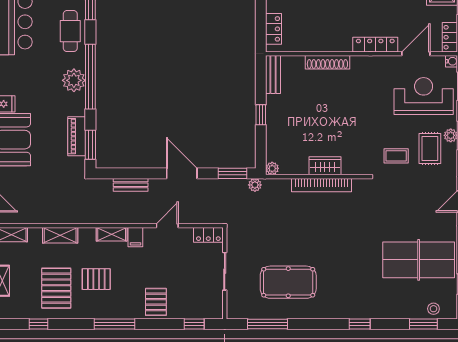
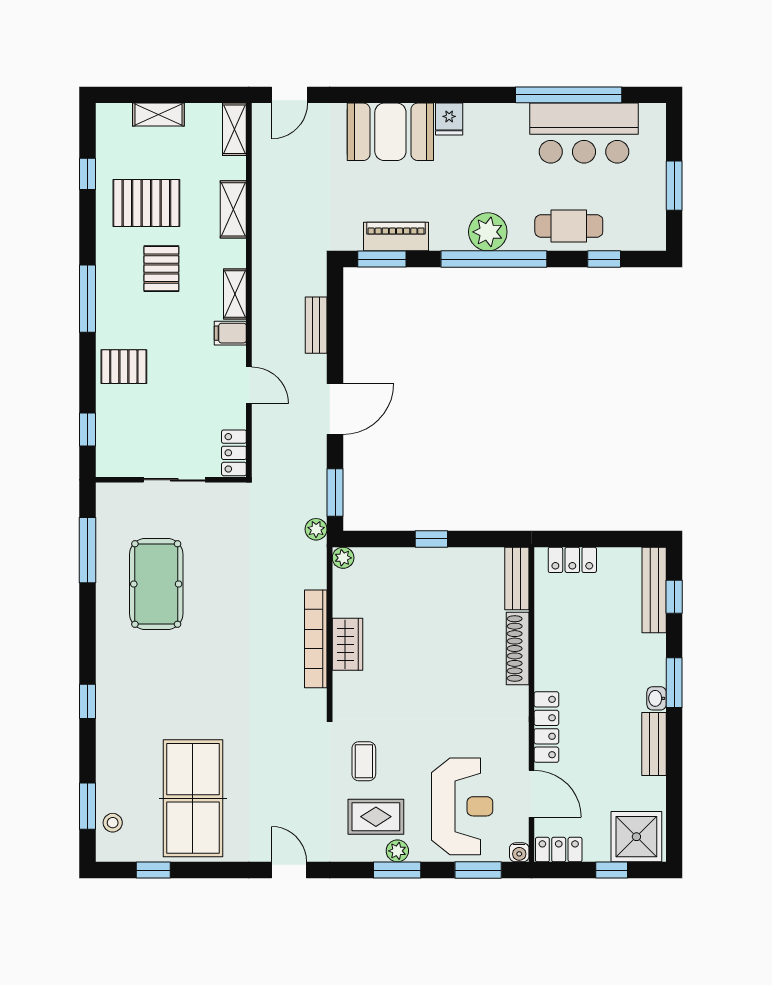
bench: (273, 75) -> (517, 579), moved, turned 90

